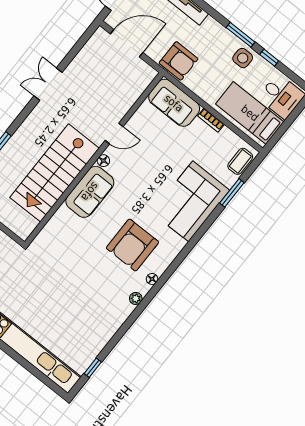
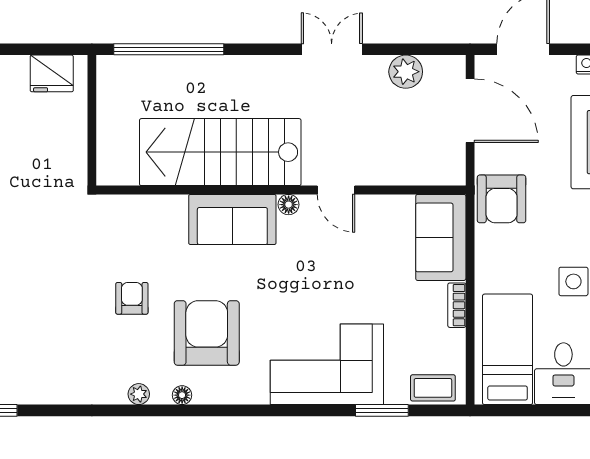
plant: (85, 58) -> (406, 72), added
armchair: (133, 245) -> (207, 333), turned 90
armchair: (89, 267) -> (132, 298), added

